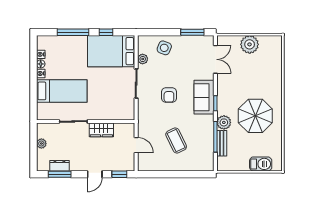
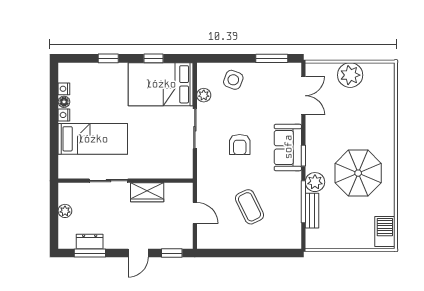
window: (73, 32) -> (108, 58), width x0.46
barbecue: (261, 164) -> (385, 232), moved, turned -90

